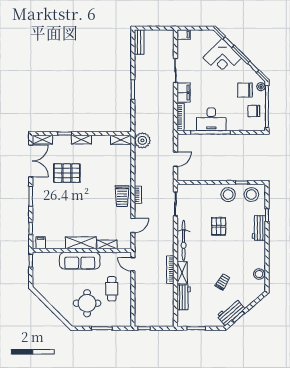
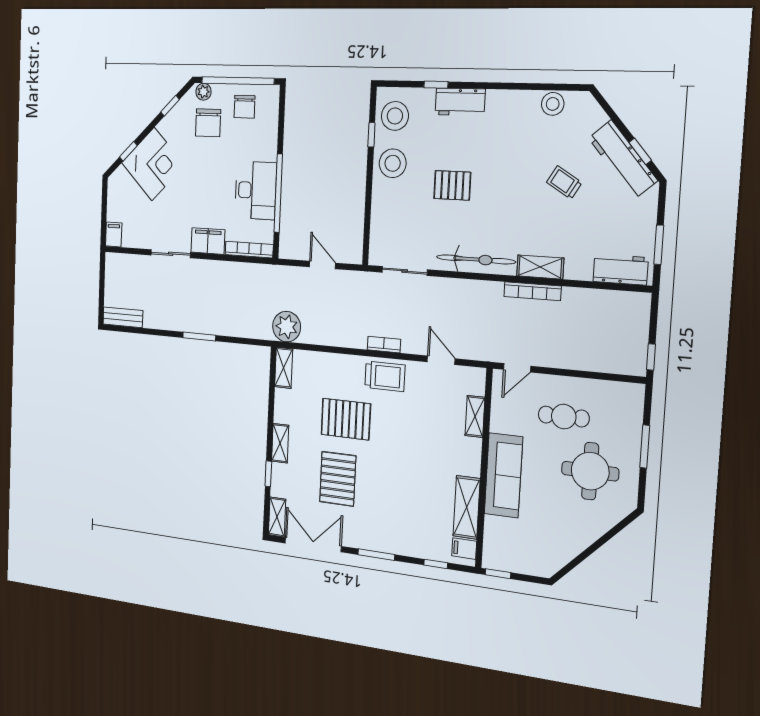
pallet: (98, 176) -> (346, 419), added
shelving: (81, 243) -> (467, 507), moved
workbench: (184, 297) -> (620, 270), moved
workbench: (231, 312) -> (623, 159), width x1.38

